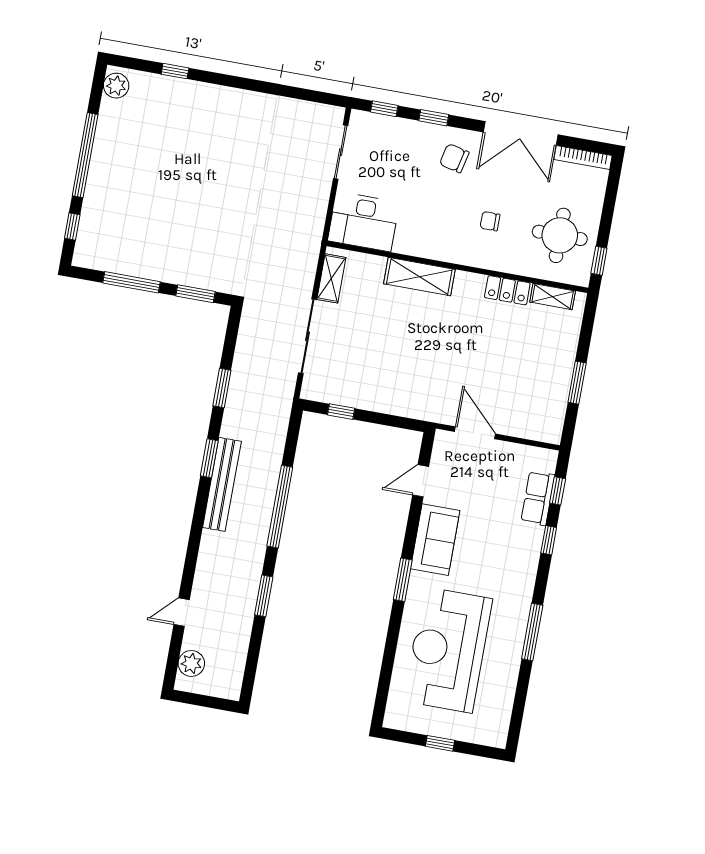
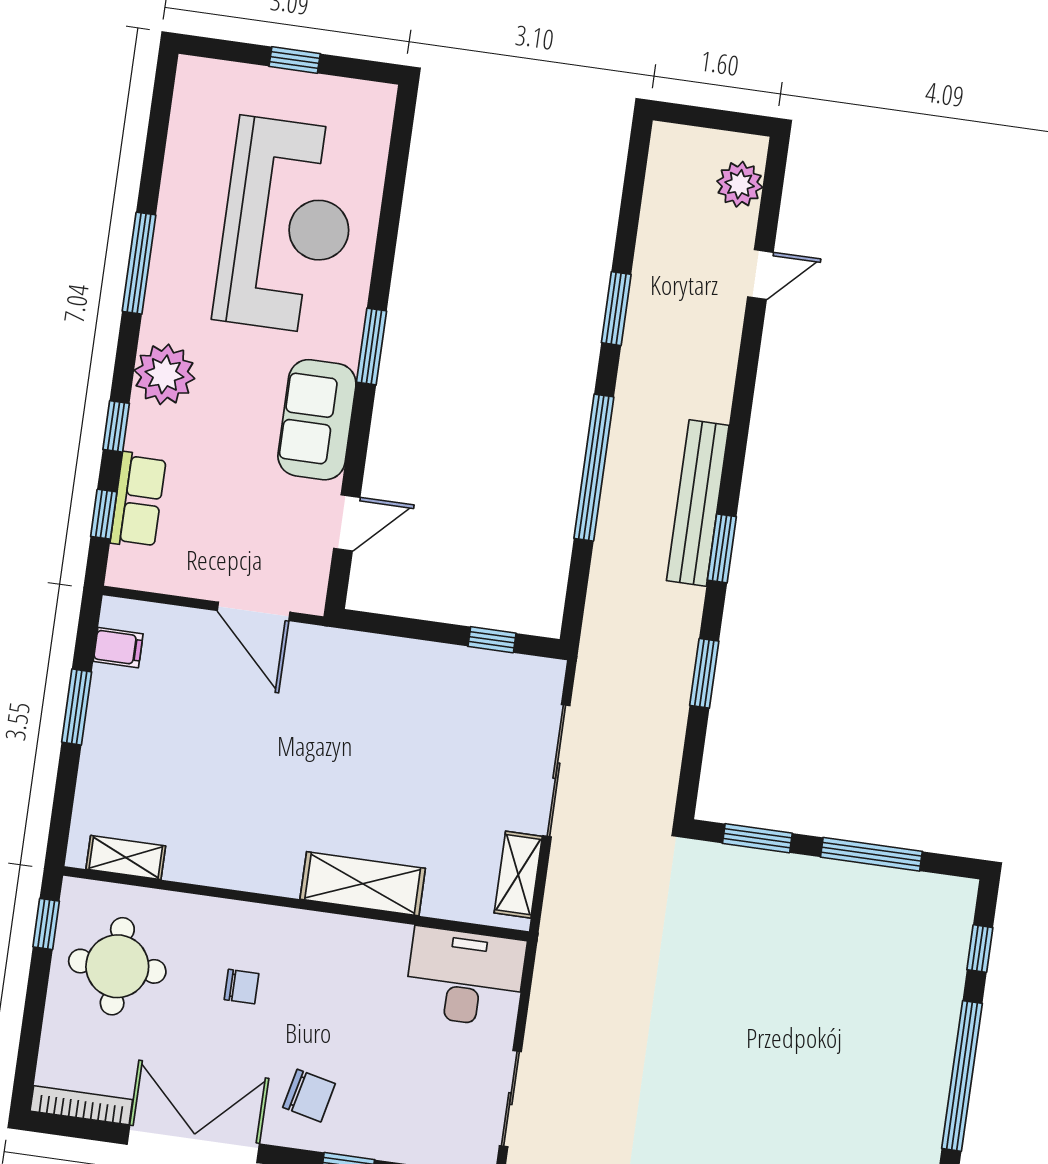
locker: (507, 290) -> (206, 866), removed
filing cabinet: (552, 415) -> (118, 648), added
plant: (520, 569) -> (164, 374), added

